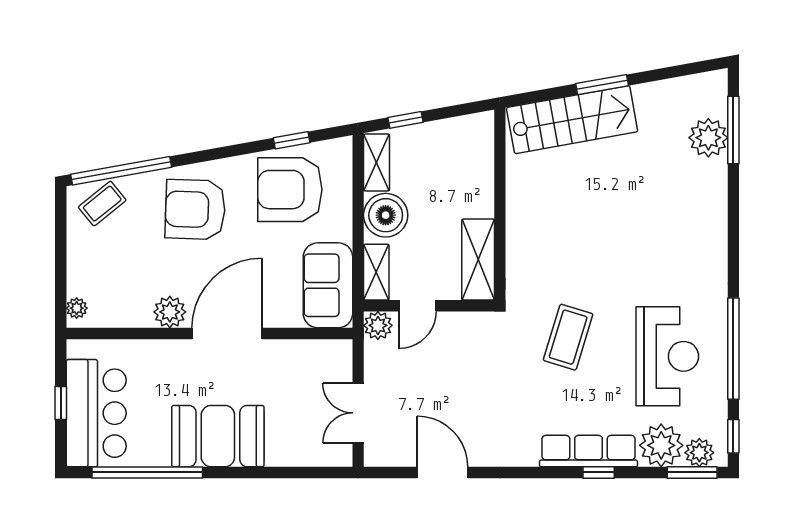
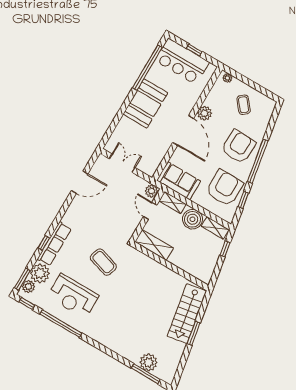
window: (121, 171) -> (258, 161), moved
coffee table: (102, 204) -> (244, 105), moved

